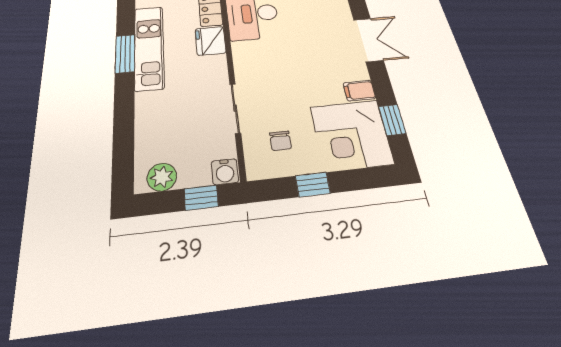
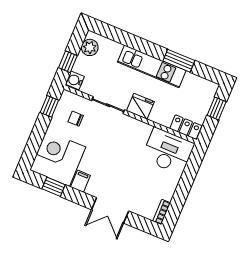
fridge: (211, 41) -> (140, 106), moved
kitchen unit: (149, 47) -> (152, 66), moved
window: (313, 185) -> (49, 106), moved

